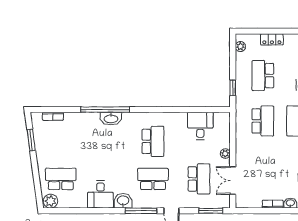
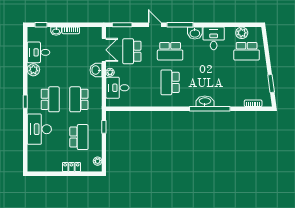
desk: (200, 126) -> (117, 88), moved, turned 90
washbasin: (242, 156) -> (96, 70), added
plant: (50, 201) -> (242, 33), moved

